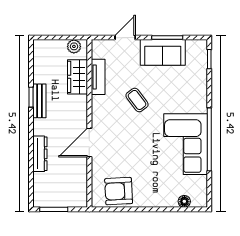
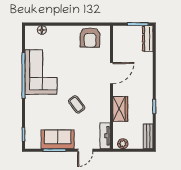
wardrobe: (77, 77) -> (120, 109), moved
tv unit: (98, 77) -> (105, 136), moved
bench: (39, 101) -> (148, 136), moved
dresser: (40, 154) -> (148, 39), moved
armchair: (119, 191) -> (90, 38), turned 93

